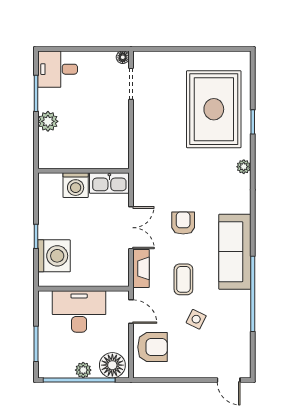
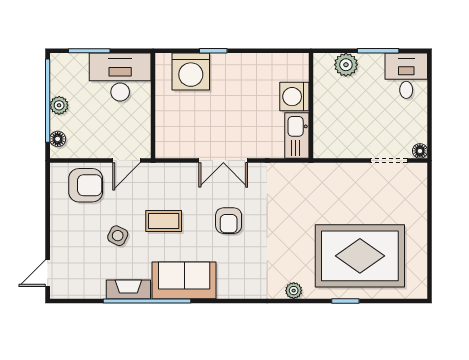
wall: (83, 171) -> (311, 106), moved
kitchen sink: (109, 183) -> (297, 136), moved
washing machine: (76, 185) -> (294, 97), moved
armchair: (183, 223) -> (229, 221), turned 90
sofa: (235, 252) -> (184, 280), width x0.73
fireplace: (141, 268) -> (128, 289), moved, turned 180
desk: (79, 311) -> (120, 77), moved, turned -90
armchair: (152, 347) -> (86, 185), turned -90
floor lamp: (112, 365) -> (58, 139), width x0.53, depth x0.53

